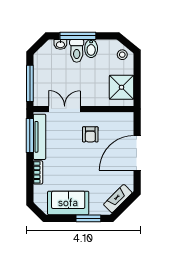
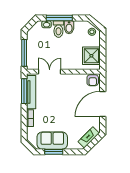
armchair: (90, 134) -> (93, 80), moved
window: (88, 218) -> (54, 152), moved

